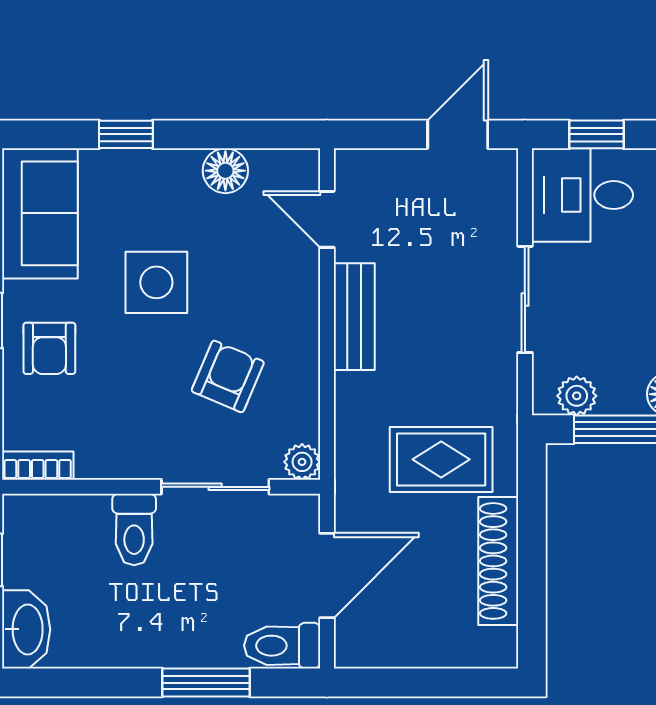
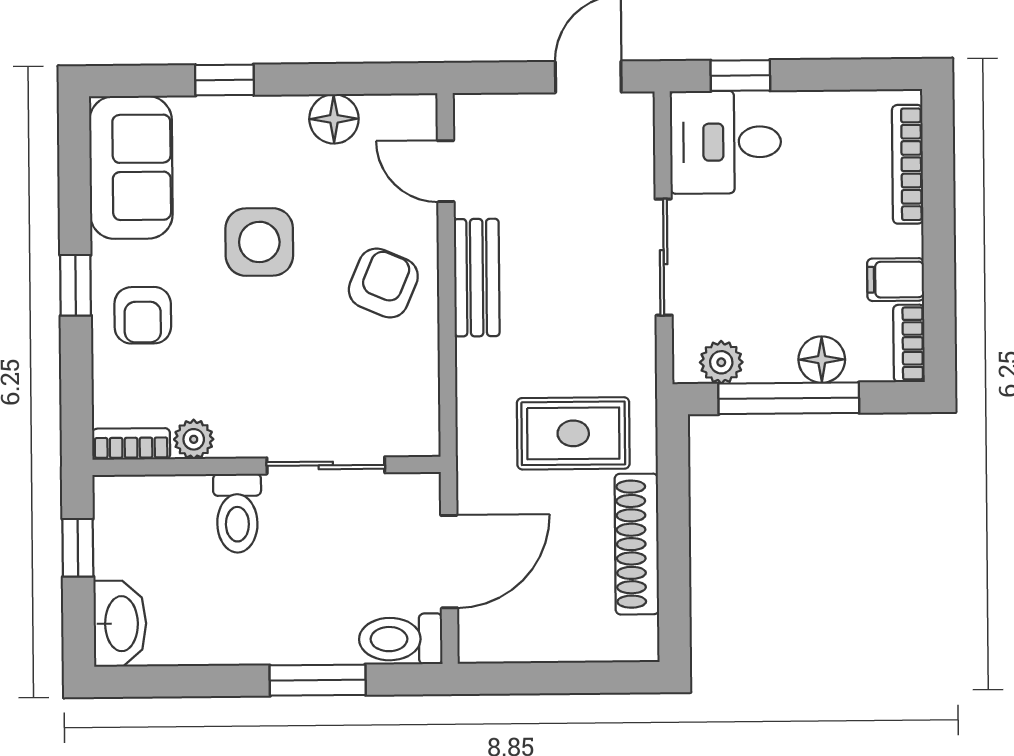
armchair: (228, 376) -> (383, 283), moved
plant: (302, 462) -> (194, 439), moved

